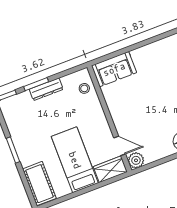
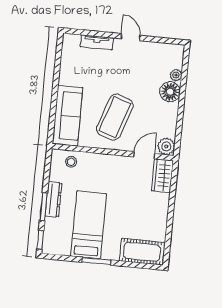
sofa: (114, 69) -> (67, 116), width x1.36
coffee table: (139, 106) -> (115, 117), added
bed: (75, 160) -> (89, 225), moved, turned 90

